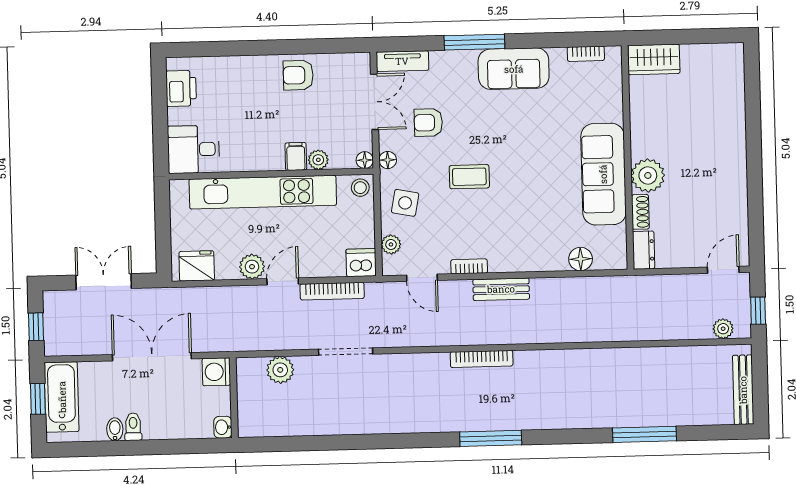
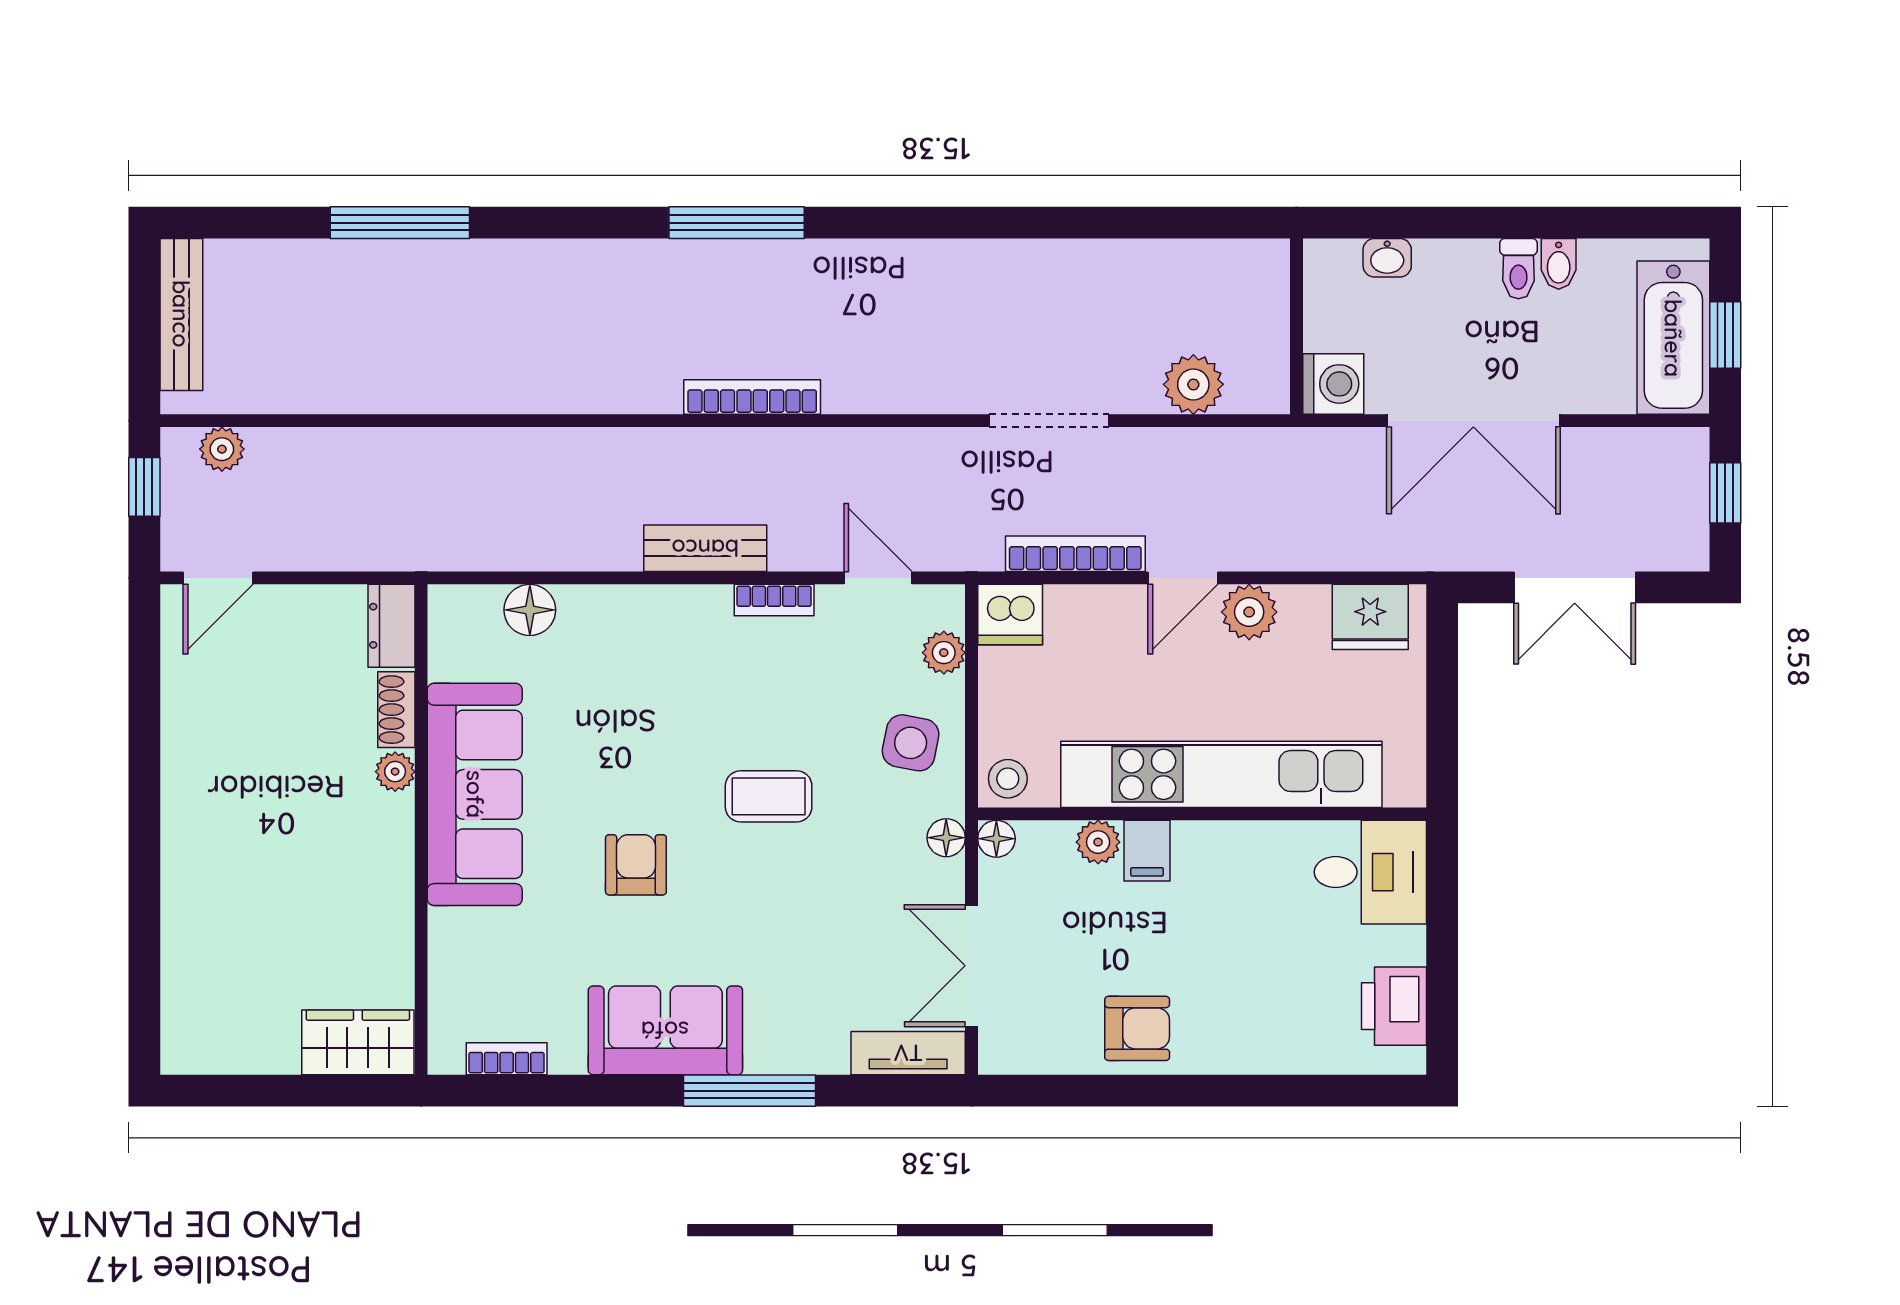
armchair: (428, 123) -> (636, 865), moved, turned -90
plant: (648, 175) -> (395, 772), width x0.53, depth x0.53
washbasin: (223, 427) -> (1387, 258), moved, turned 90

